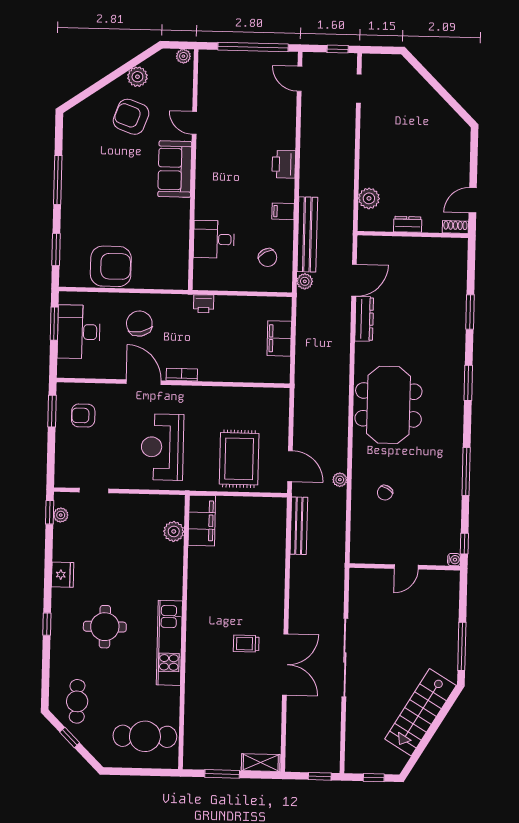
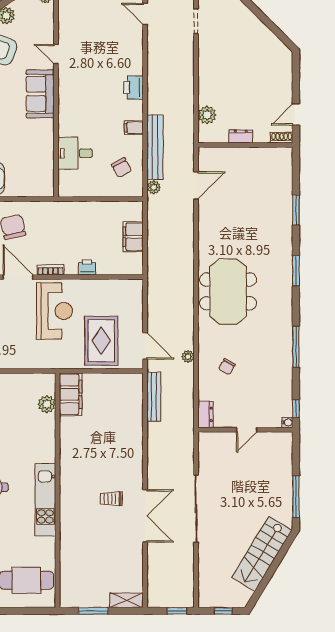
printer: (204, 304) -> (87, 267), moved, turned 180
dresser: (364, 319) -> (205, 414), moved, width x0.70
reception desk: (162, 447) -> (55, 311), moved, turned 180

